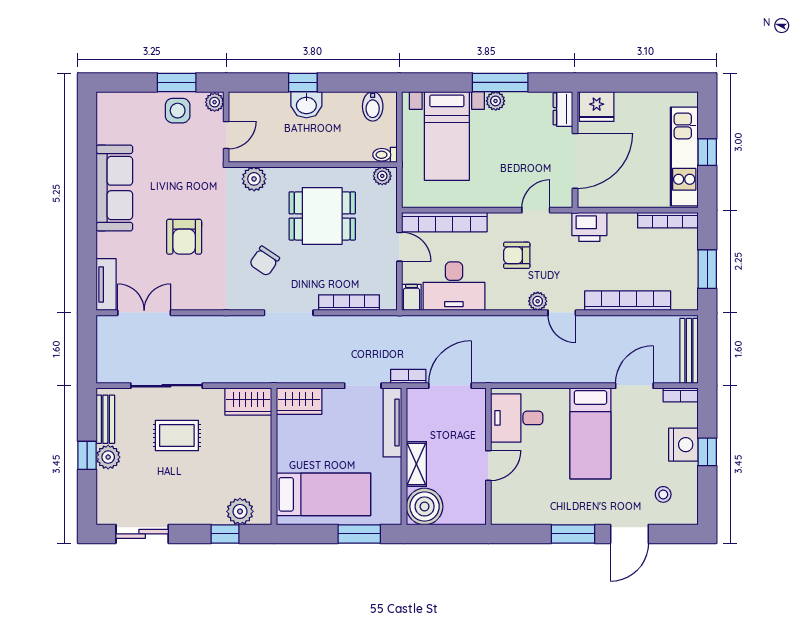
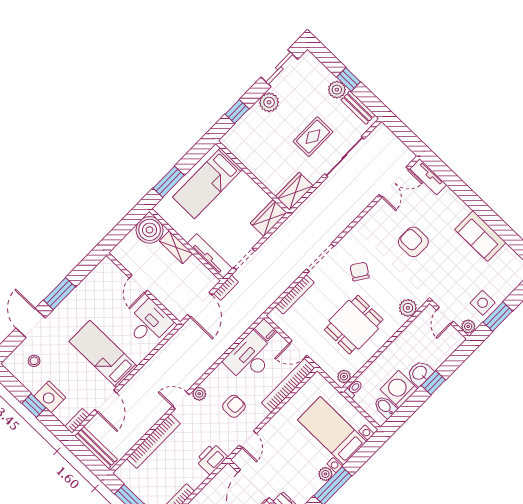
washing machine: (342, 110) -> (399, 389), added
sofa: (114, 188) -> (480, 236), width x0.73
plant: (240, 511) -> (269, 102), moved

